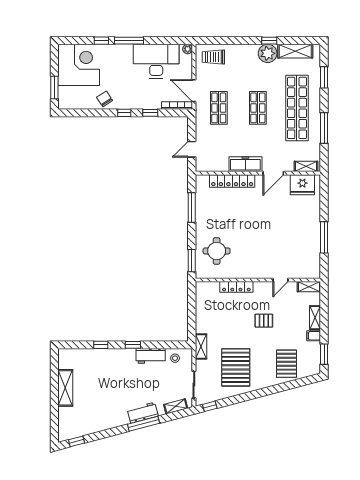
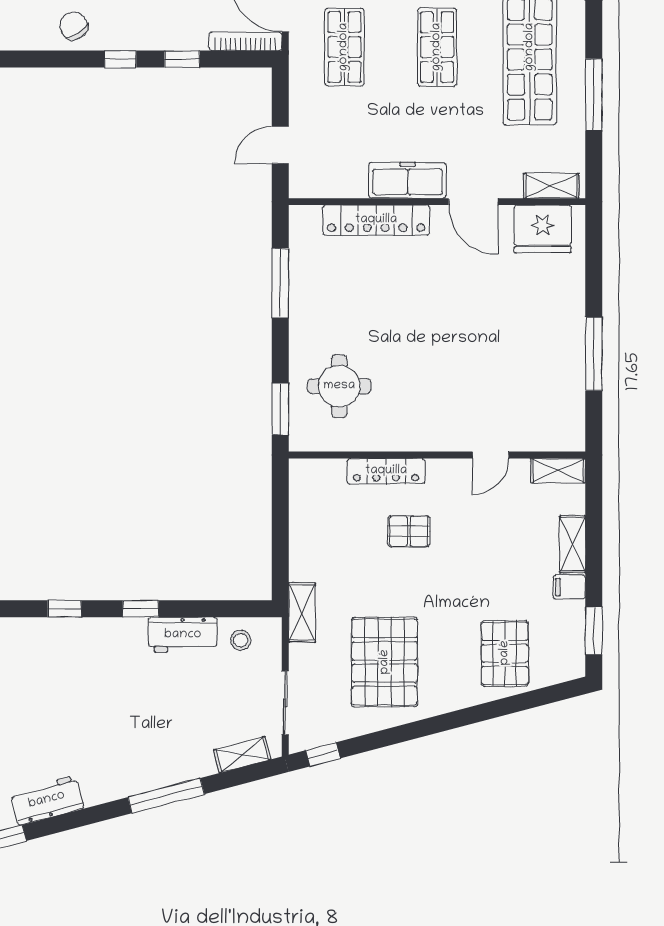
door: (273, 173) -> (473, 202), hinge flipped
pallet: (264, 321) -> (409, 531), moved
workbench: (143, 413) -> (47, 800), moved

